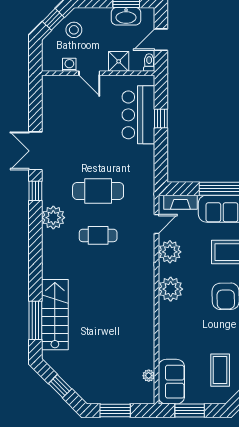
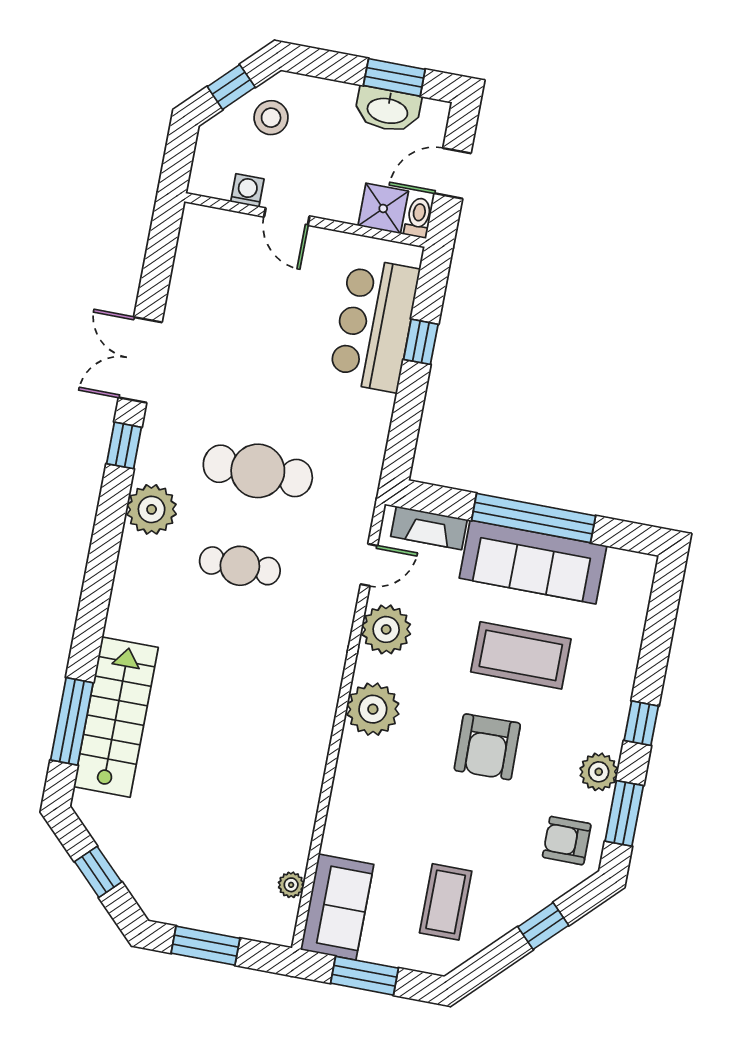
shower: (119, 61) -> (383, 208), moved

